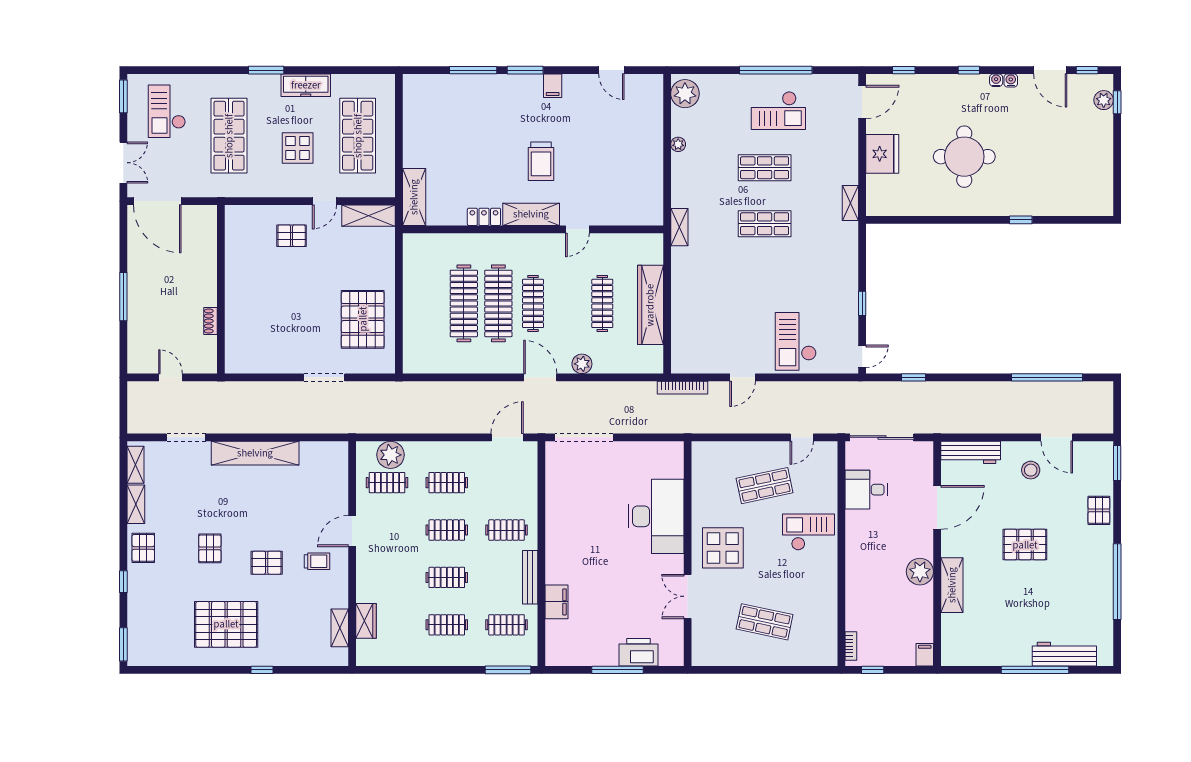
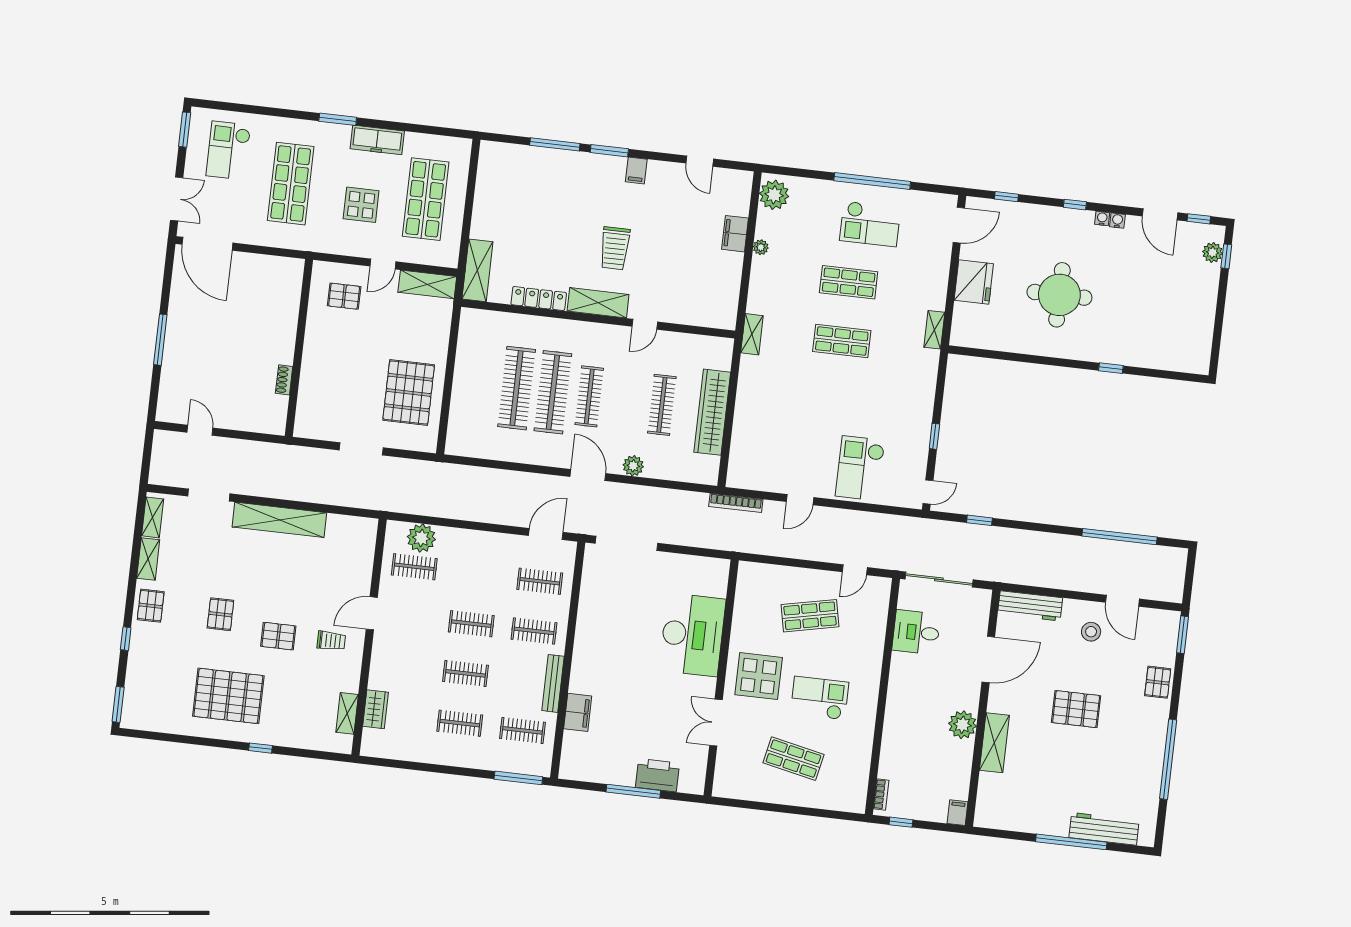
filing cabinet: (652, 134) -> (735, 234), added
locker: (484, 217) -> (539, 299), width x1.53
wall: (221, 289) -> (299, 348), moved
shoe rack: (210, 321) -> (284, 380), moved
clothes rail: (447, 483) -> (540, 581), moved
checkout: (809, 532) -> (820, 698), moved

